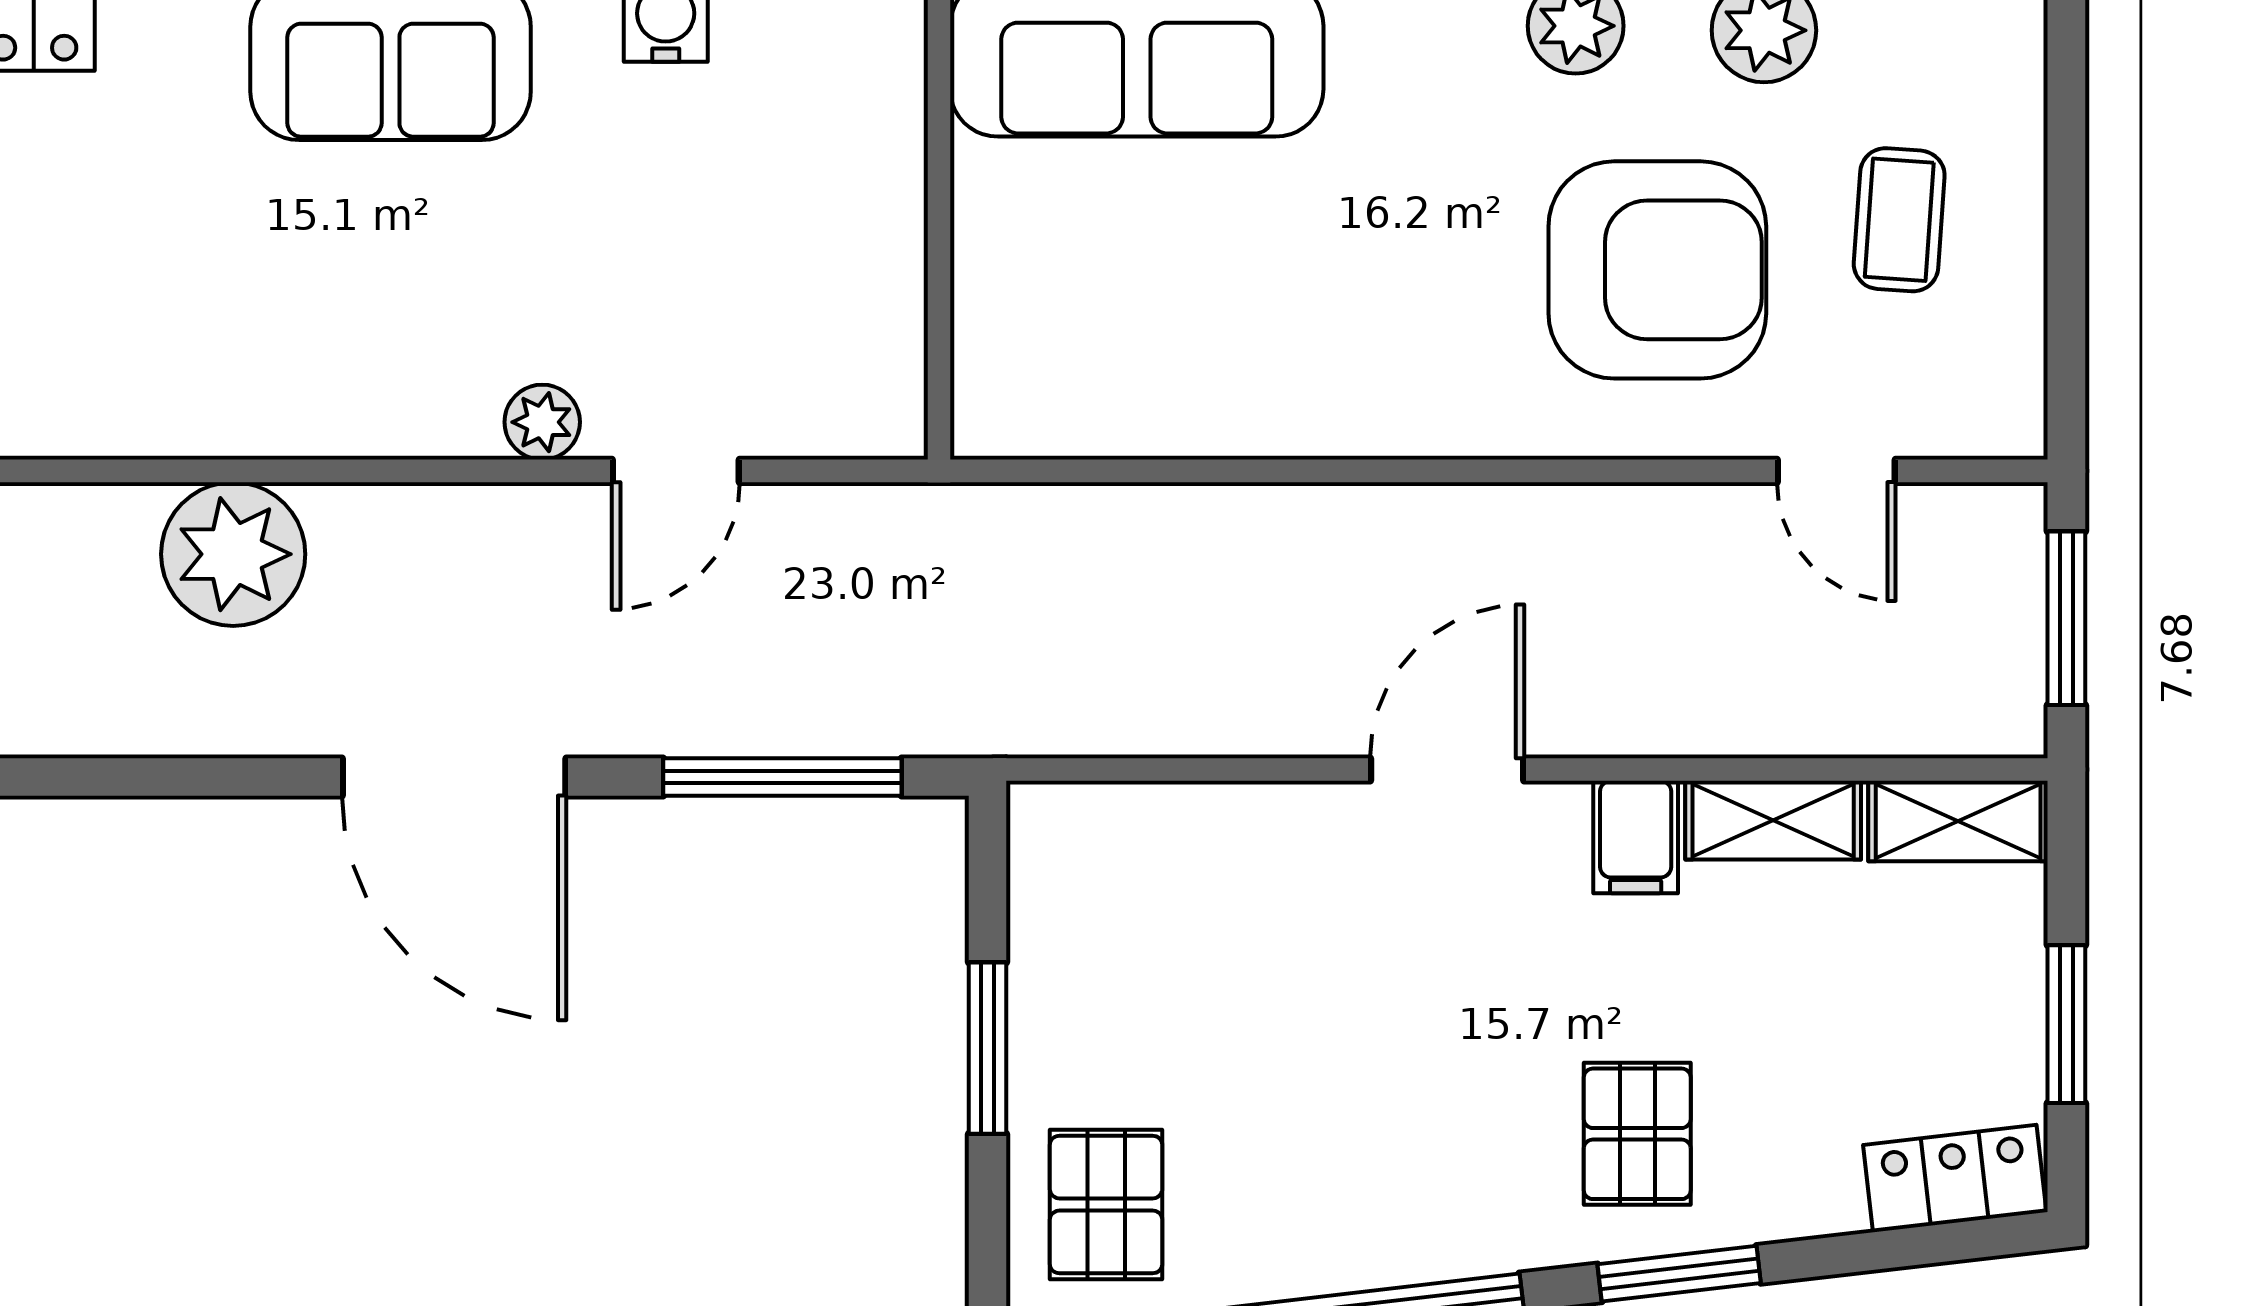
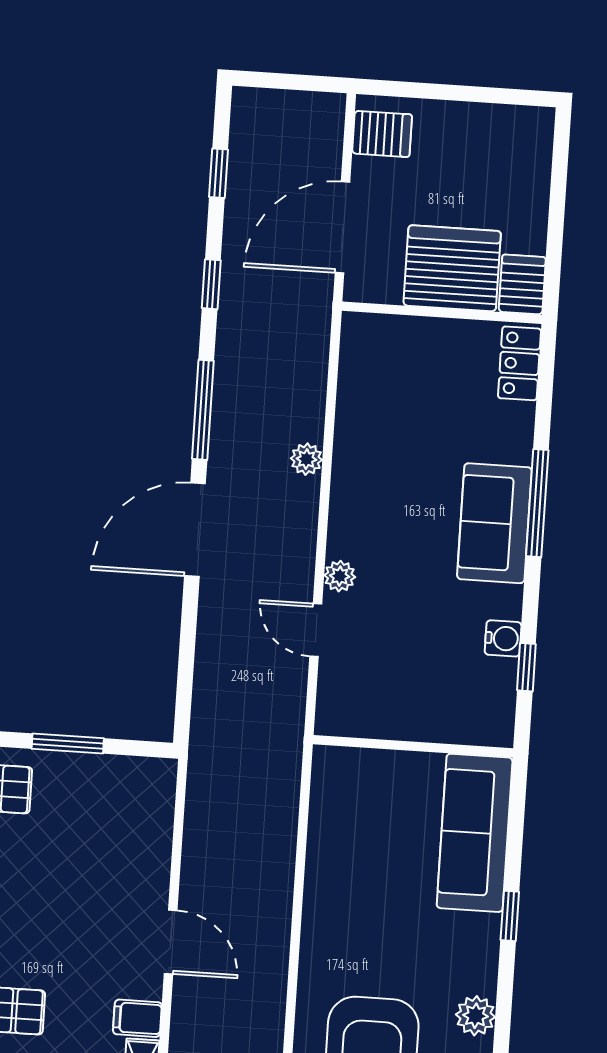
plant: (233, 554) -> (306, 459), width x0.53, depth x0.53
window: (782, 777) -> (203, 410), moved

